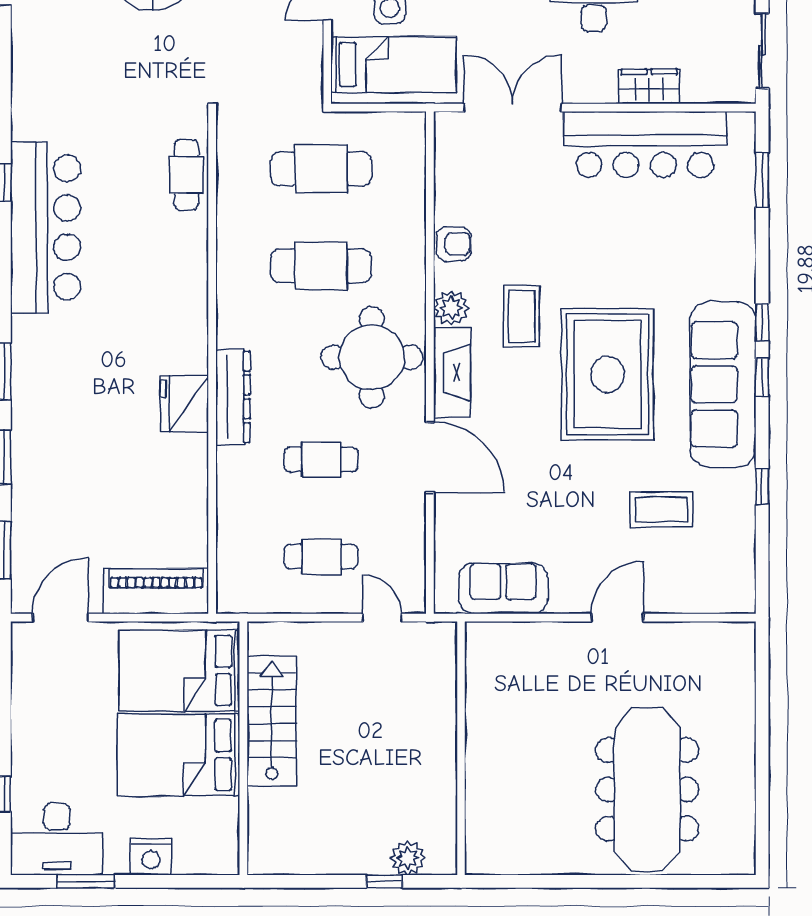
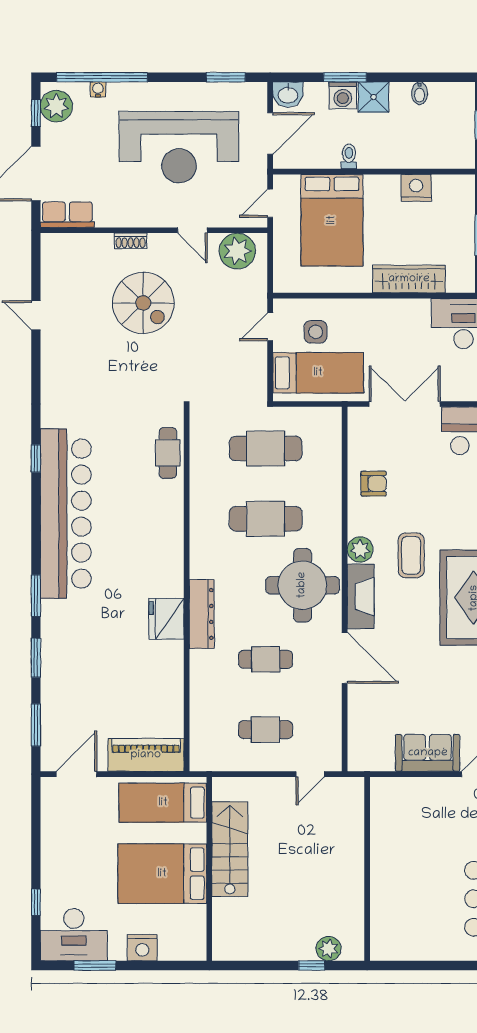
bar counter: (46, 228) -> (66, 514), width x1.36
armchair: (454, 244) -> (374, 484), moved
sofa: (503, 588) -> (428, 753), moved
door: (382, 618) -> (310, 774), swing flipped
bed: (179, 671) -> (163, 803), width x0.67

